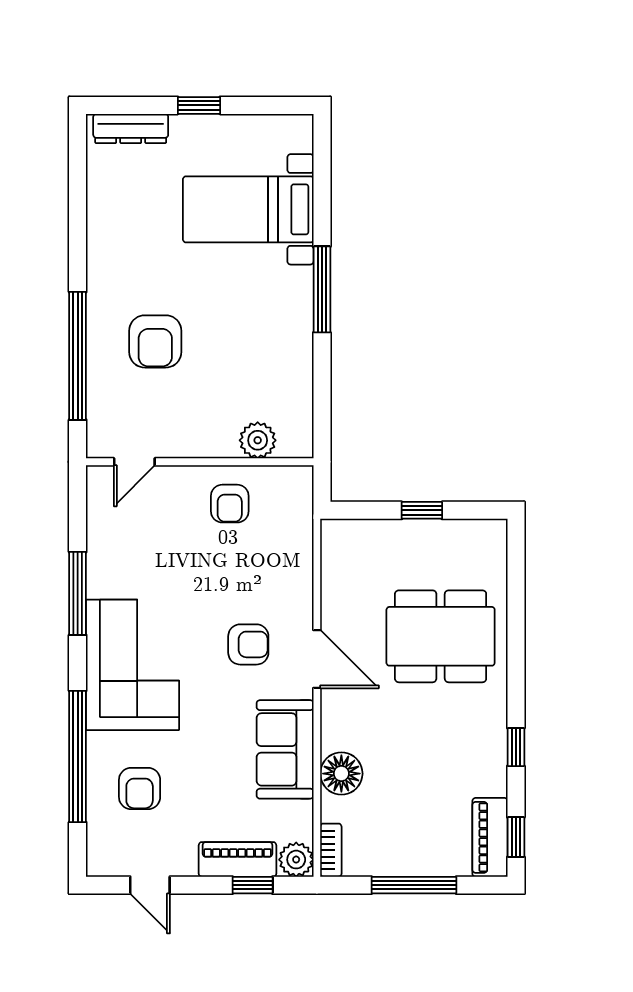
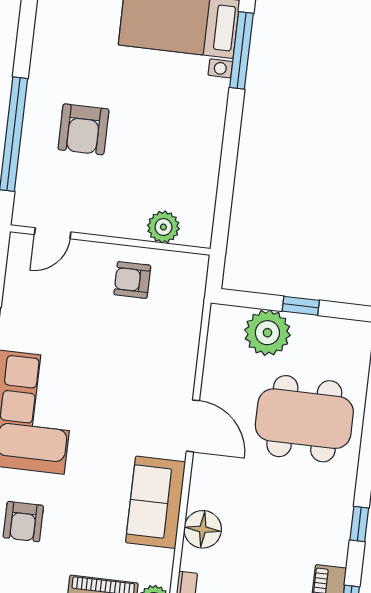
window: (322, 289) -> (242, 50), moved
armchair: (230, 504) -> (132, 280), turned 90
plant: (388, 545) -> (267, 333), added
armchair: (248, 644) -> (134, 406), removed

